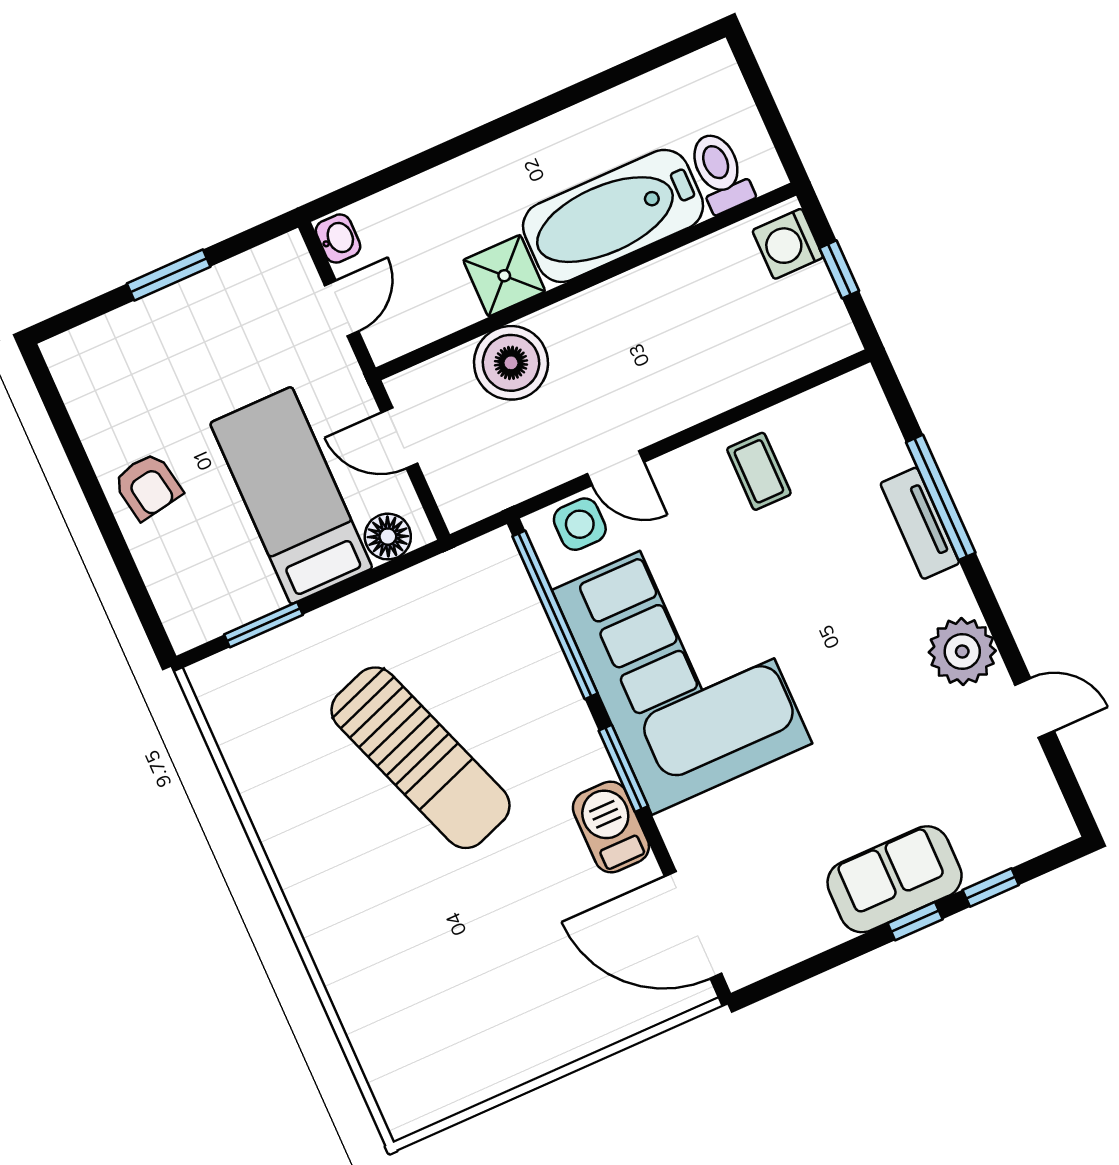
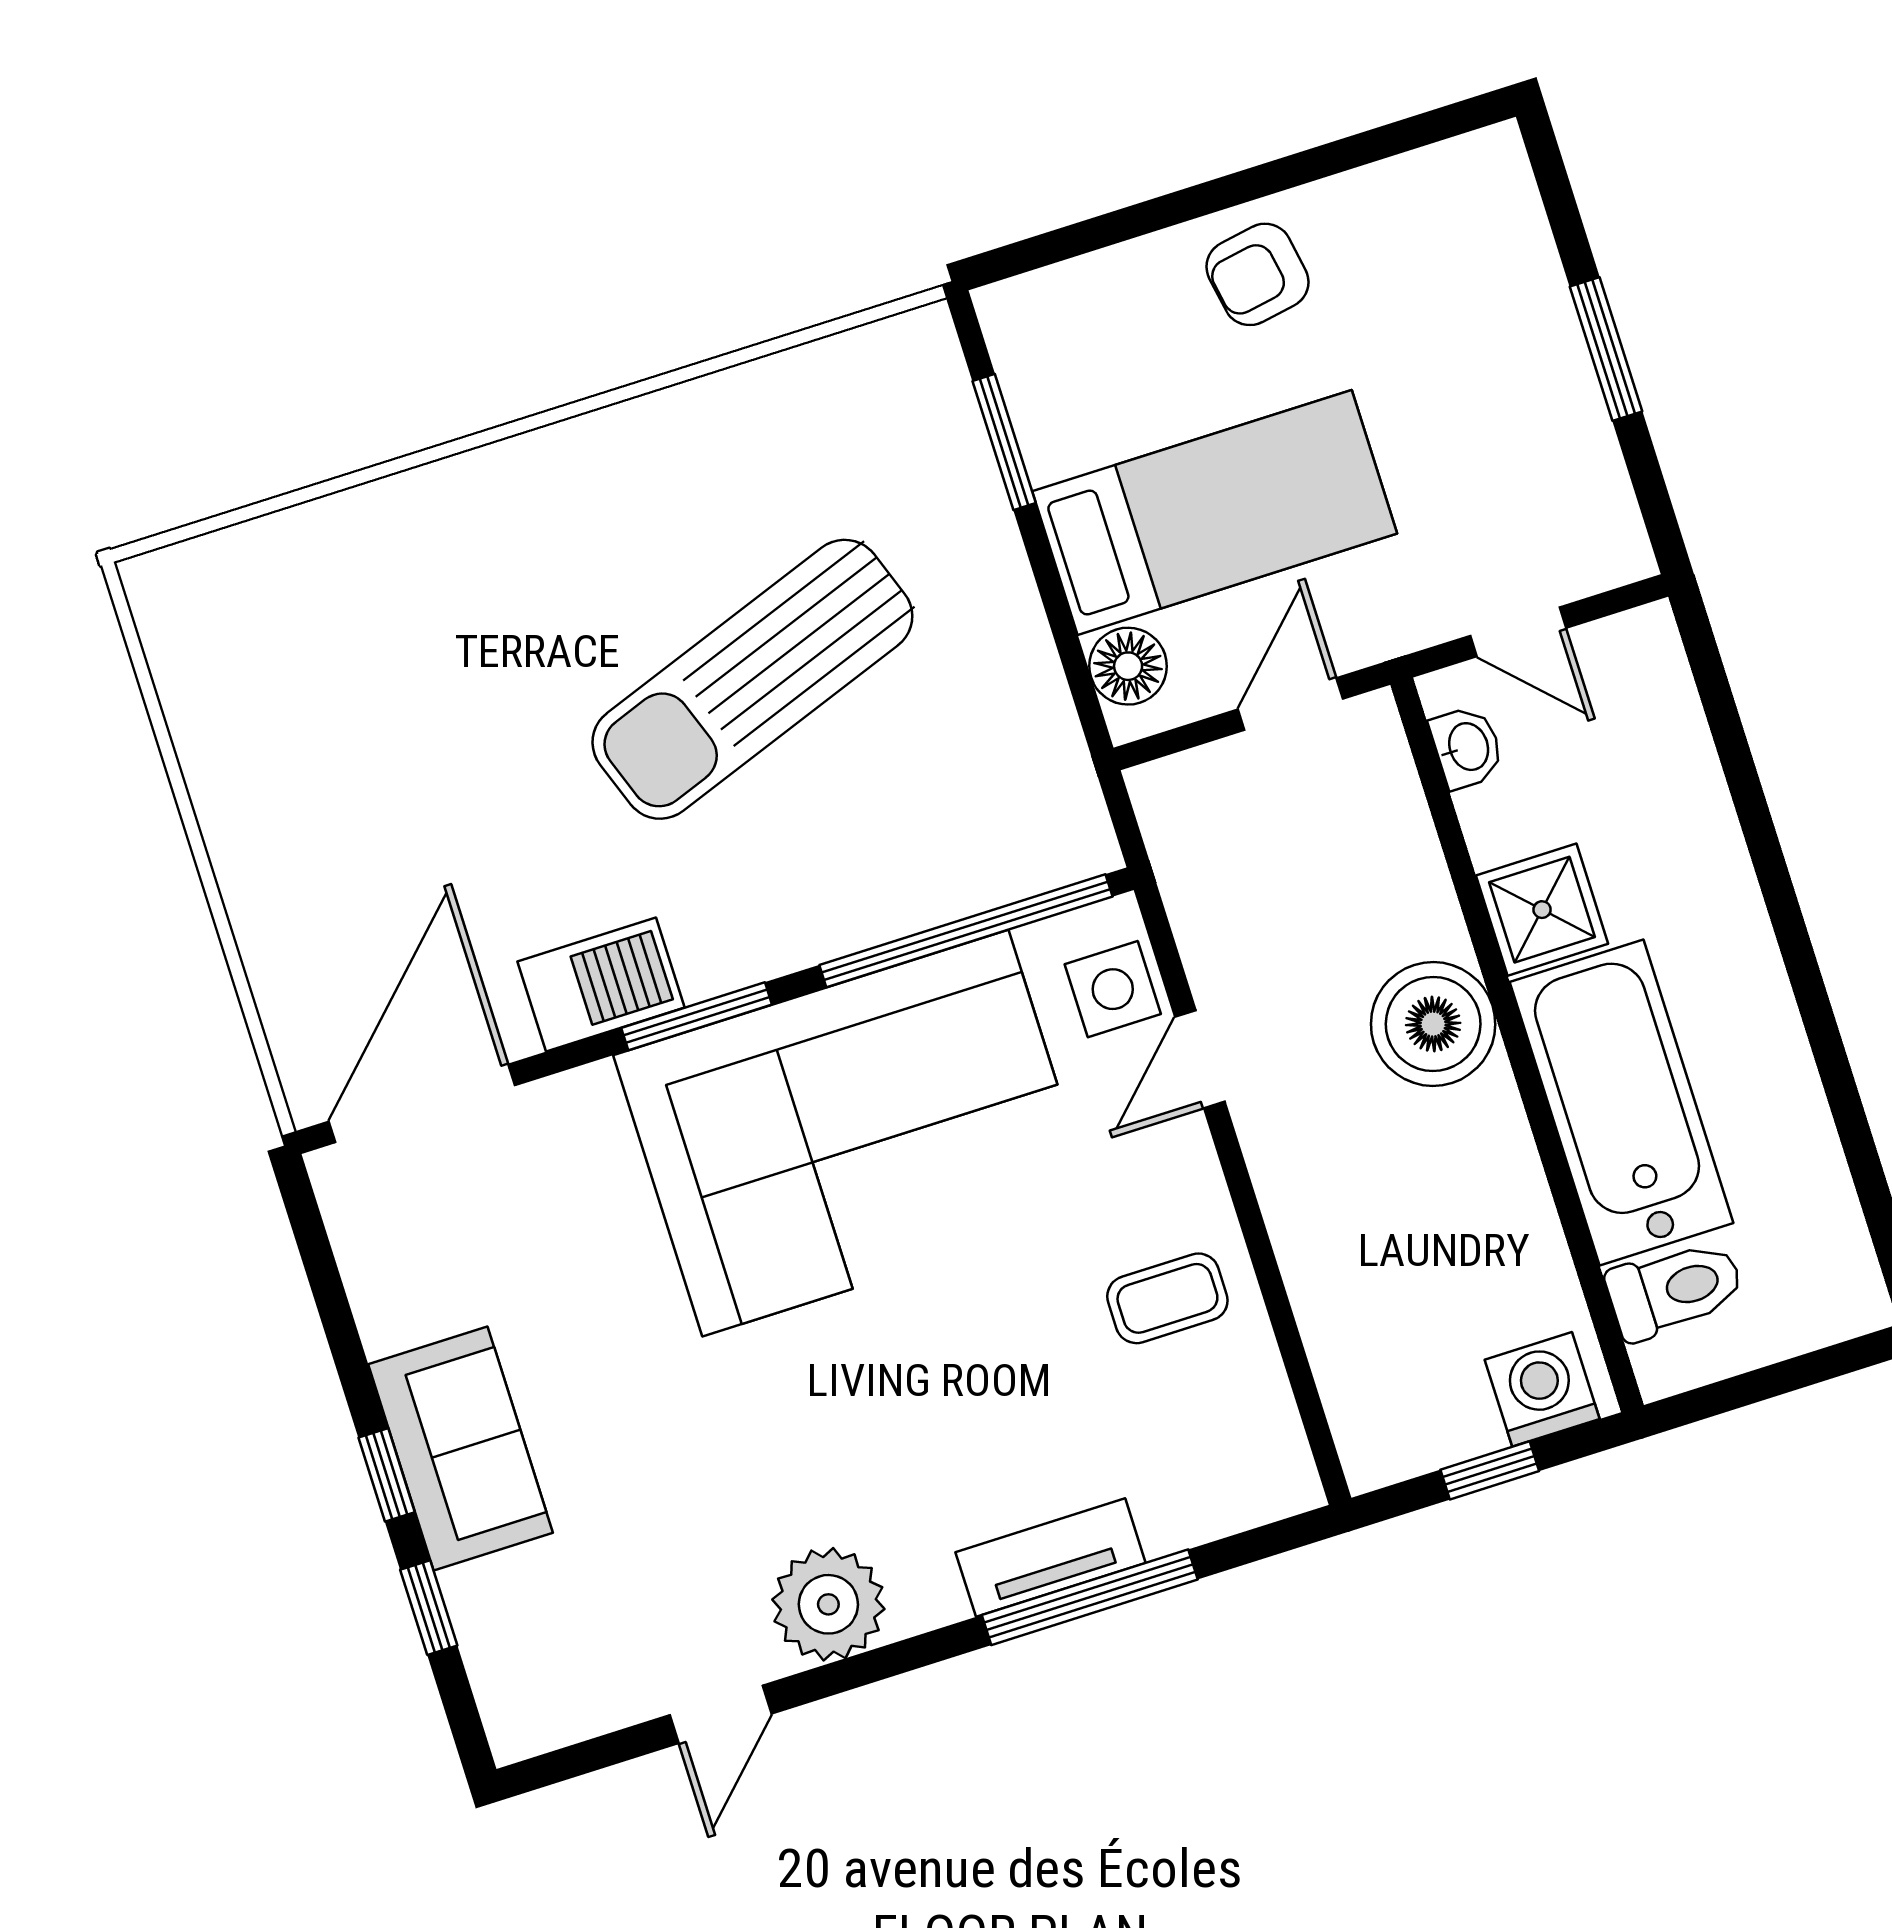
washbasin: (338, 239) -> (1467, 747), moved, turned -90
boiler: (511, 363) -> (1433, 1024), moved

